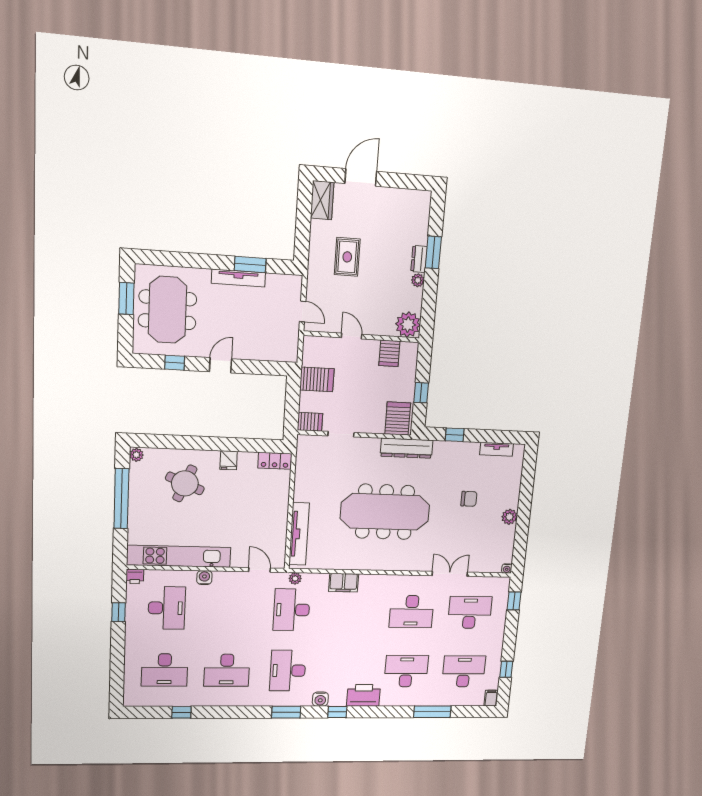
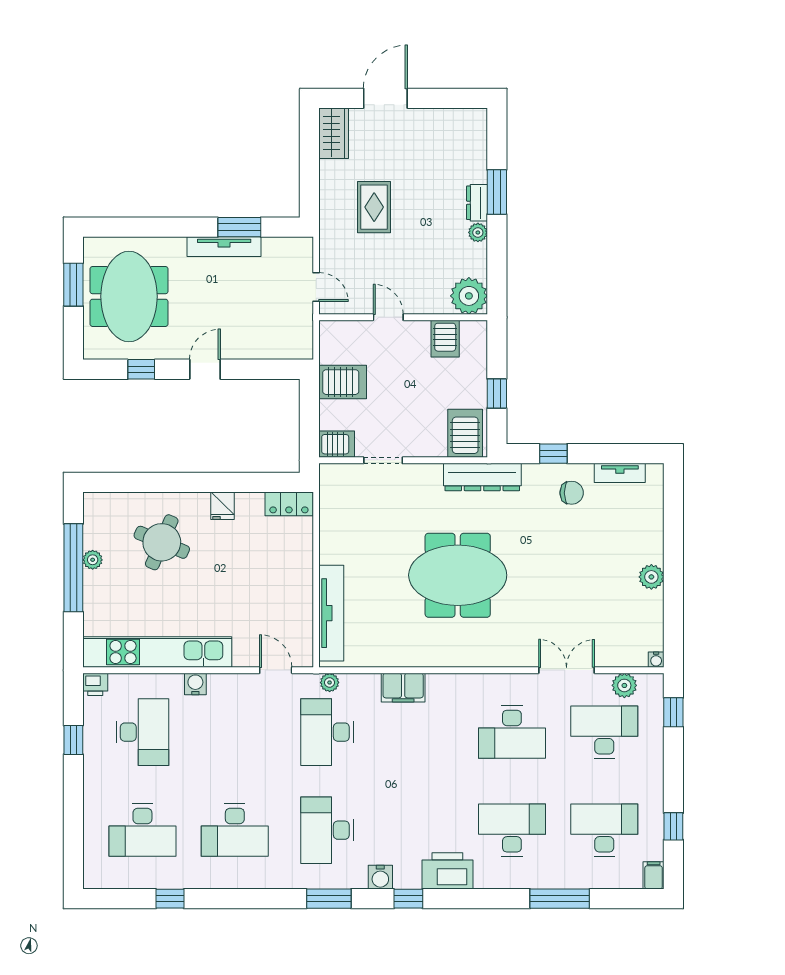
plant: (136, 455) -> (93, 560), moved
chair: (469, 499) -> (572, 493), moved
meeting table: (385, 512) -> (458, 575), width x0.73
plant: (485, 584) -> (624, 685), added

